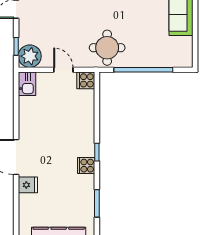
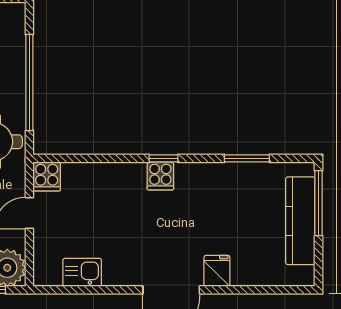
kitchen sink: (27, 84) -> (82, 272), moved
cooker: (86, 166) -> (160, 176), moved

